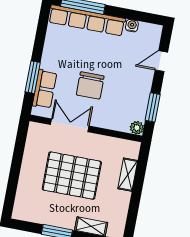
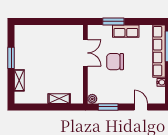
row of seats: (45, 89) -> (126, 31), moved
pallet: (72, 176) -> (51, 61), removed

